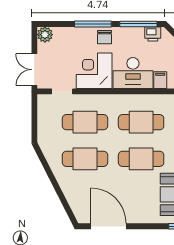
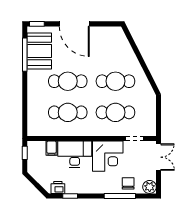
window: (93, 24) -> (120, 196), moved
window: (138, 24) -> (70, 196), width x0.46
chair: (105, 37) -> (128, 183), moved
door: (108, 226) -> (74, 24), moved

